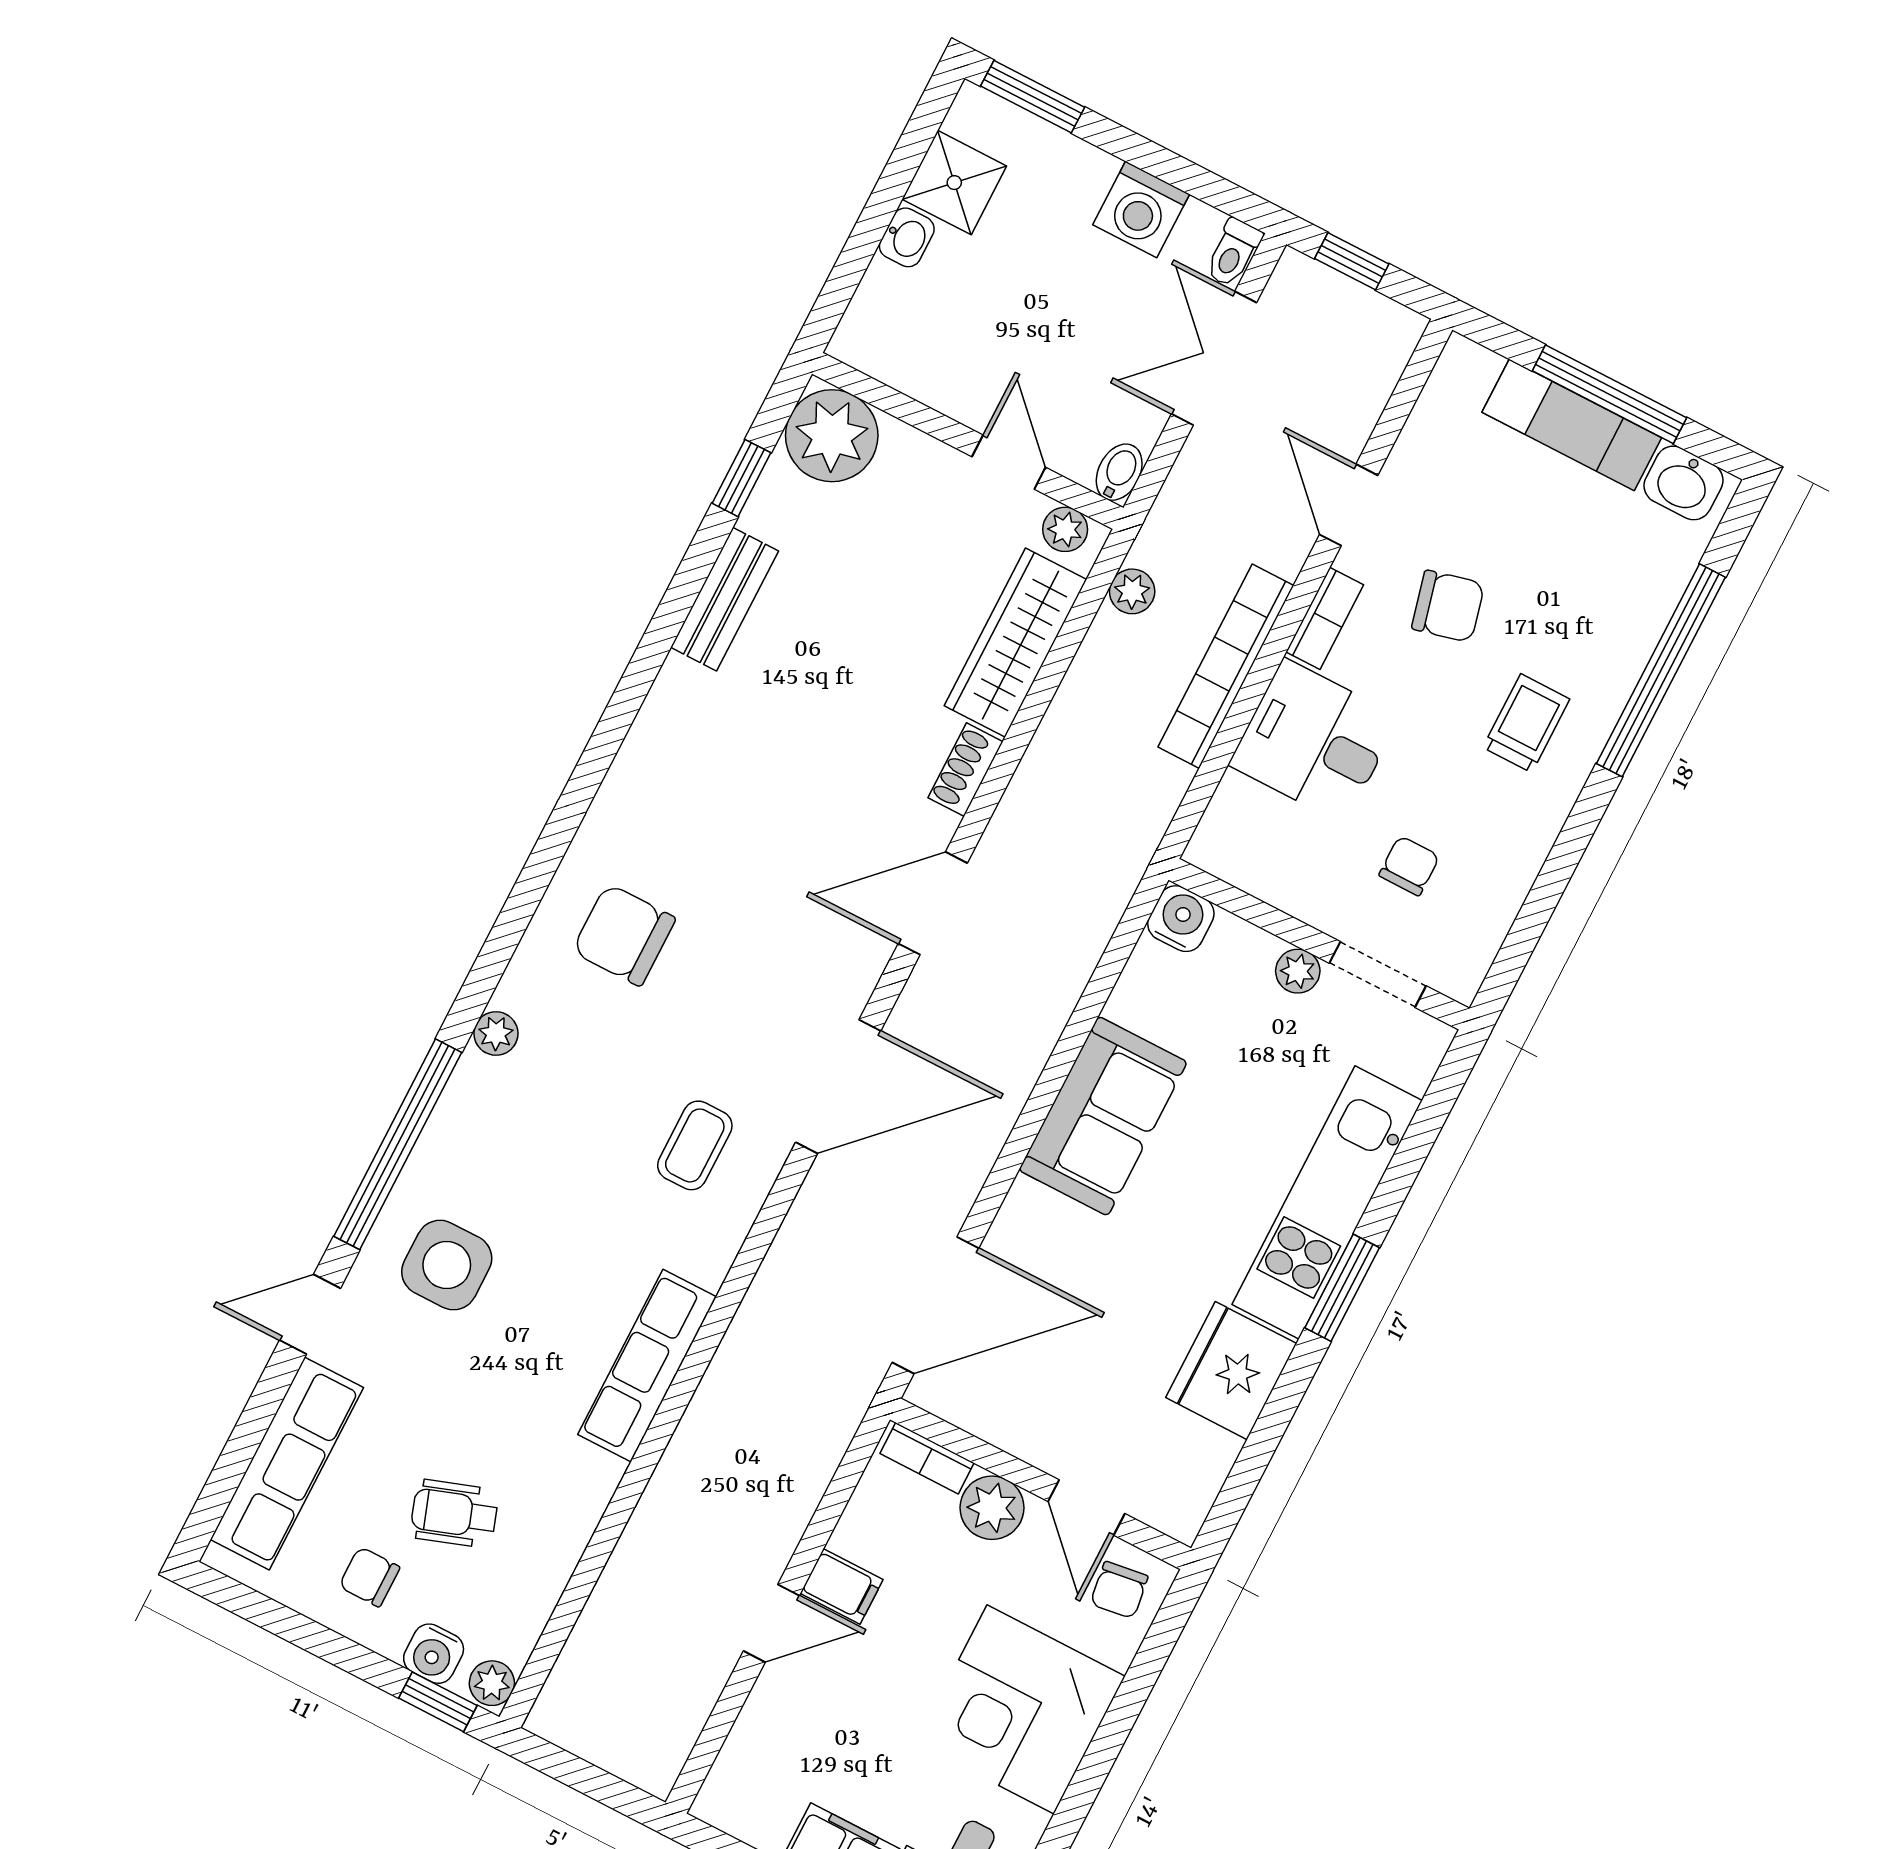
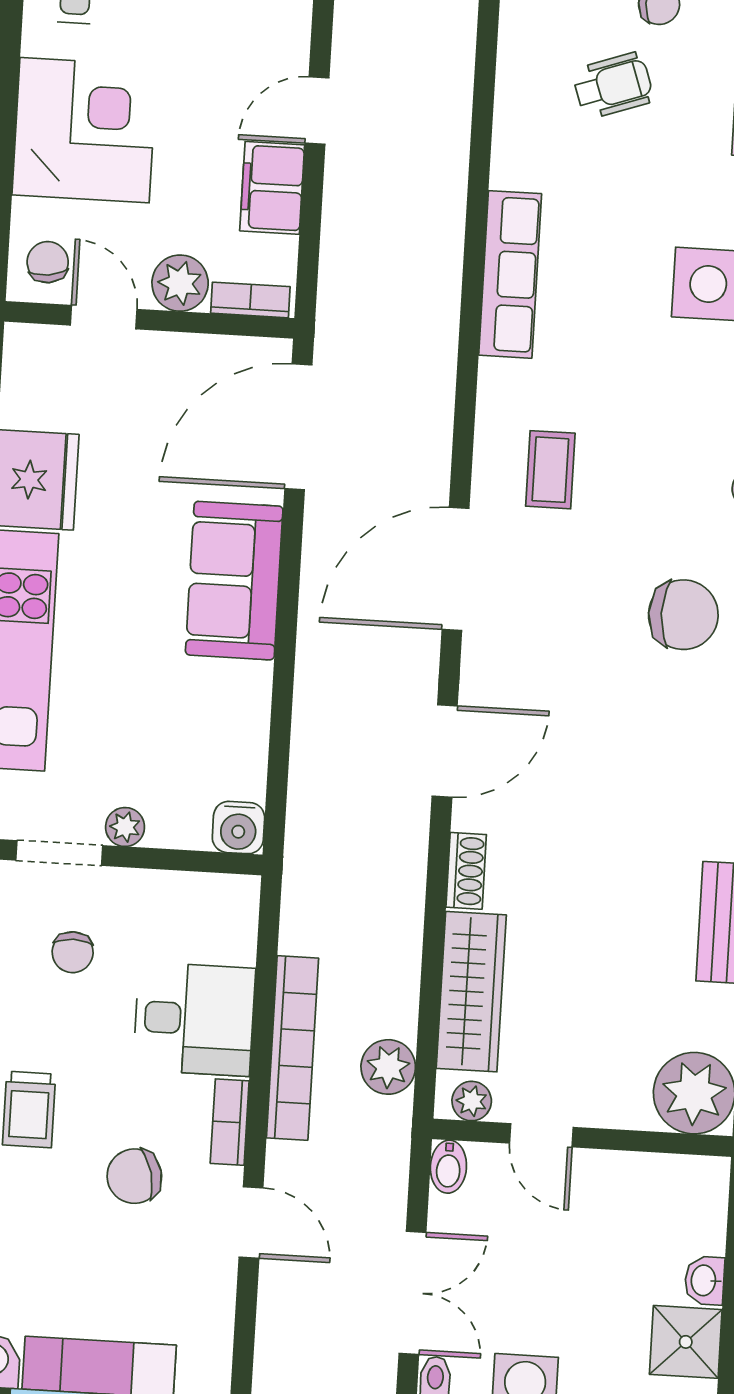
plant: (1132, 591) -> (388, 1067), width x1.38, depth x1.38
sofa: (1103, 1116) -> (234, 581), moved
filing cabinet: (842, 1586) -> (272, 188), width x2.00

